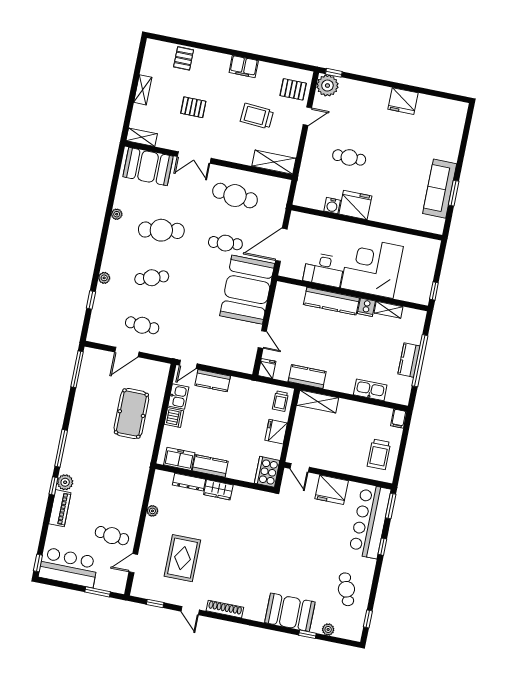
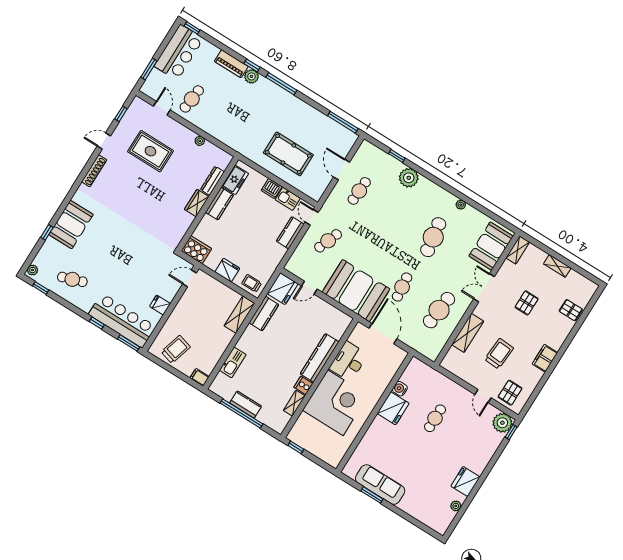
plant: (432, 102) -> (456, 506), added
shelving: (274, 162) -> (468, 333), moved
plant: (104, 278) -> (409, 178), width x1.87, depth x1.87
cafe table: (152, 278) -> (328, 241), moved, turned 39
fridge: (267, 368) -> (283, 289), width x1.88, depth x1.34
trolley: (379, 454) -> (176, 349), turned 106
fridge: (332, 490) -> (160, 305), width x0.53, depth x0.75
plant: (328, 629) -> (33, 270), moved

